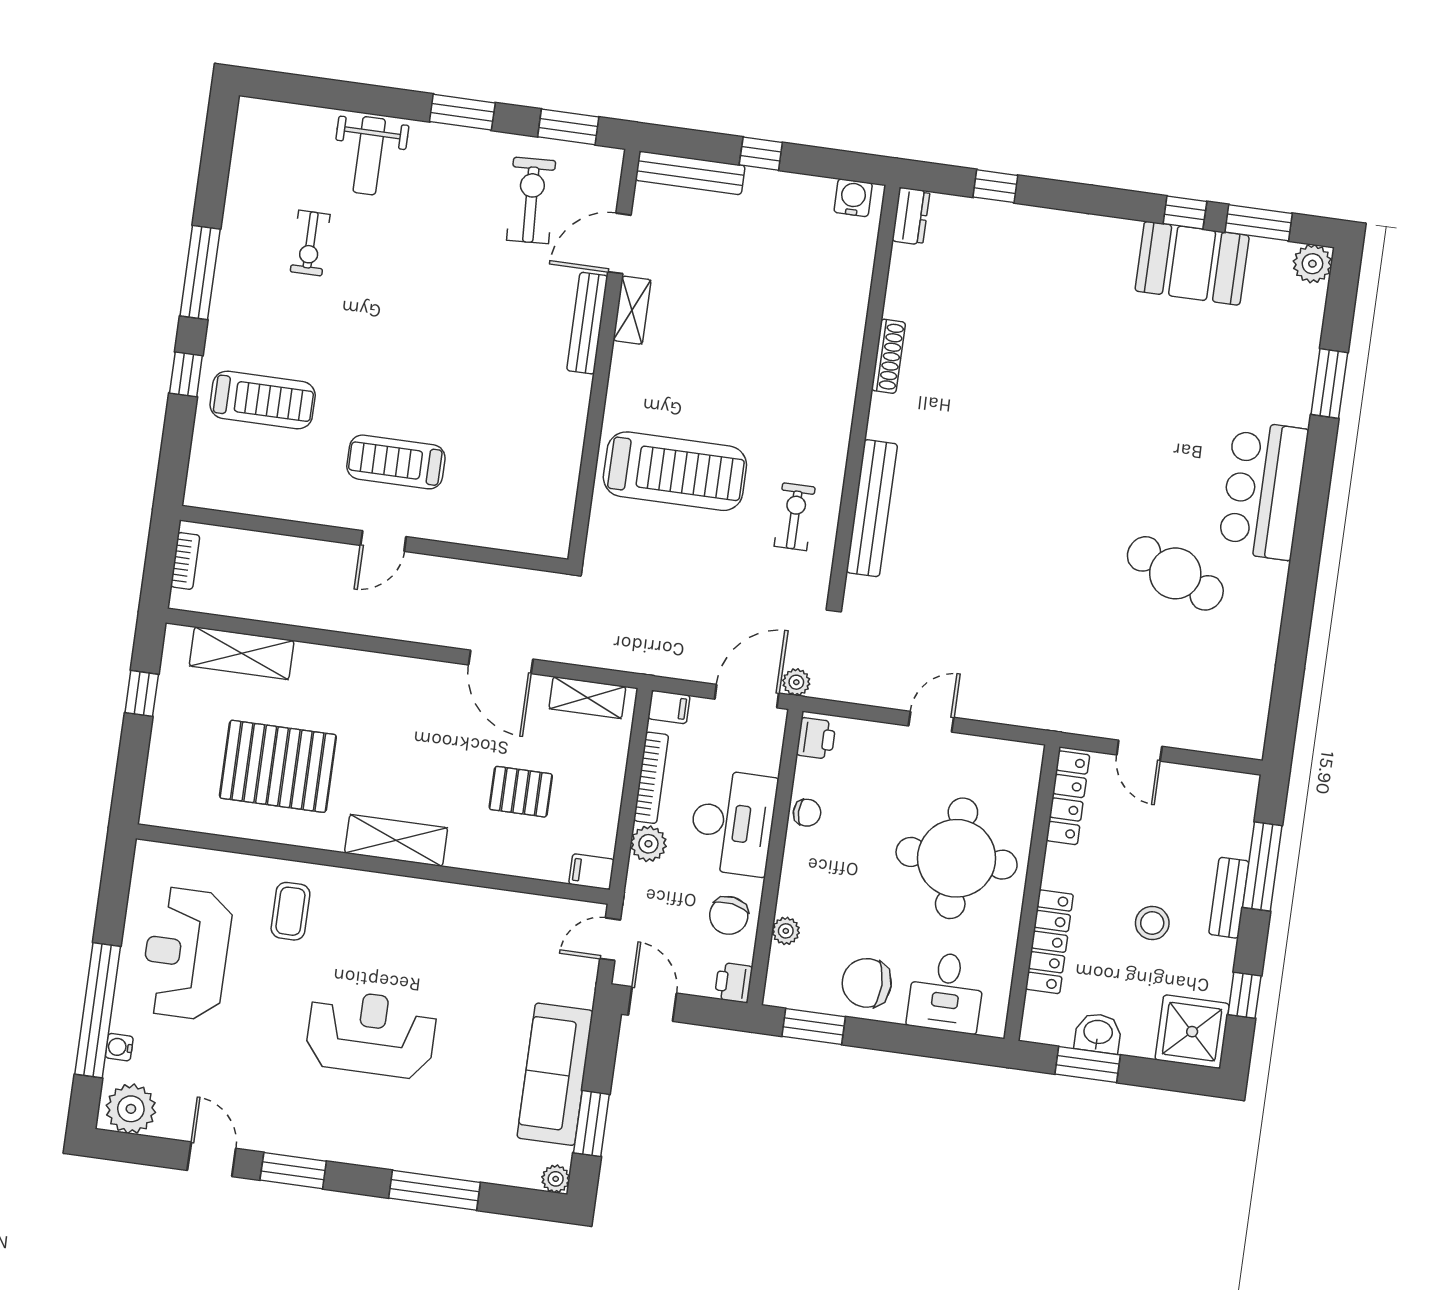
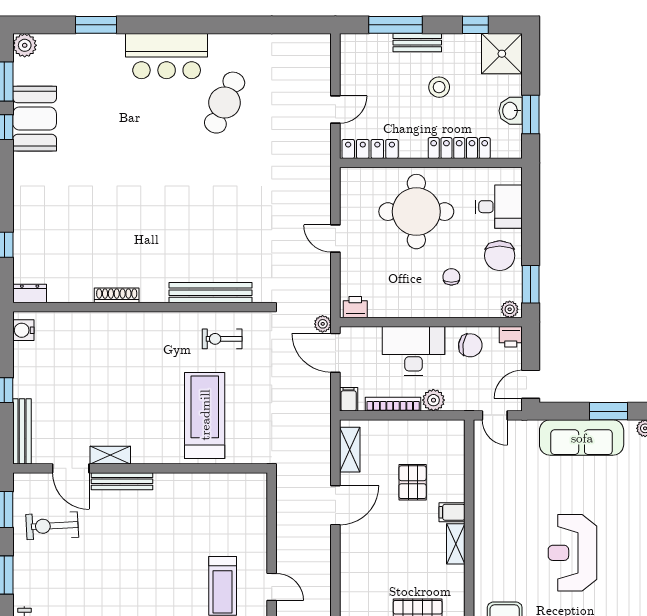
chair: (807, 813) -> (451, 277), moved
shelving: (396, 840) -> (456, 544), width x0.67, depth x0.75
filing cabinet: (591, 872) -> (452, 512), moved, turned 90
plant: (786, 931) -> (510, 309), moved

